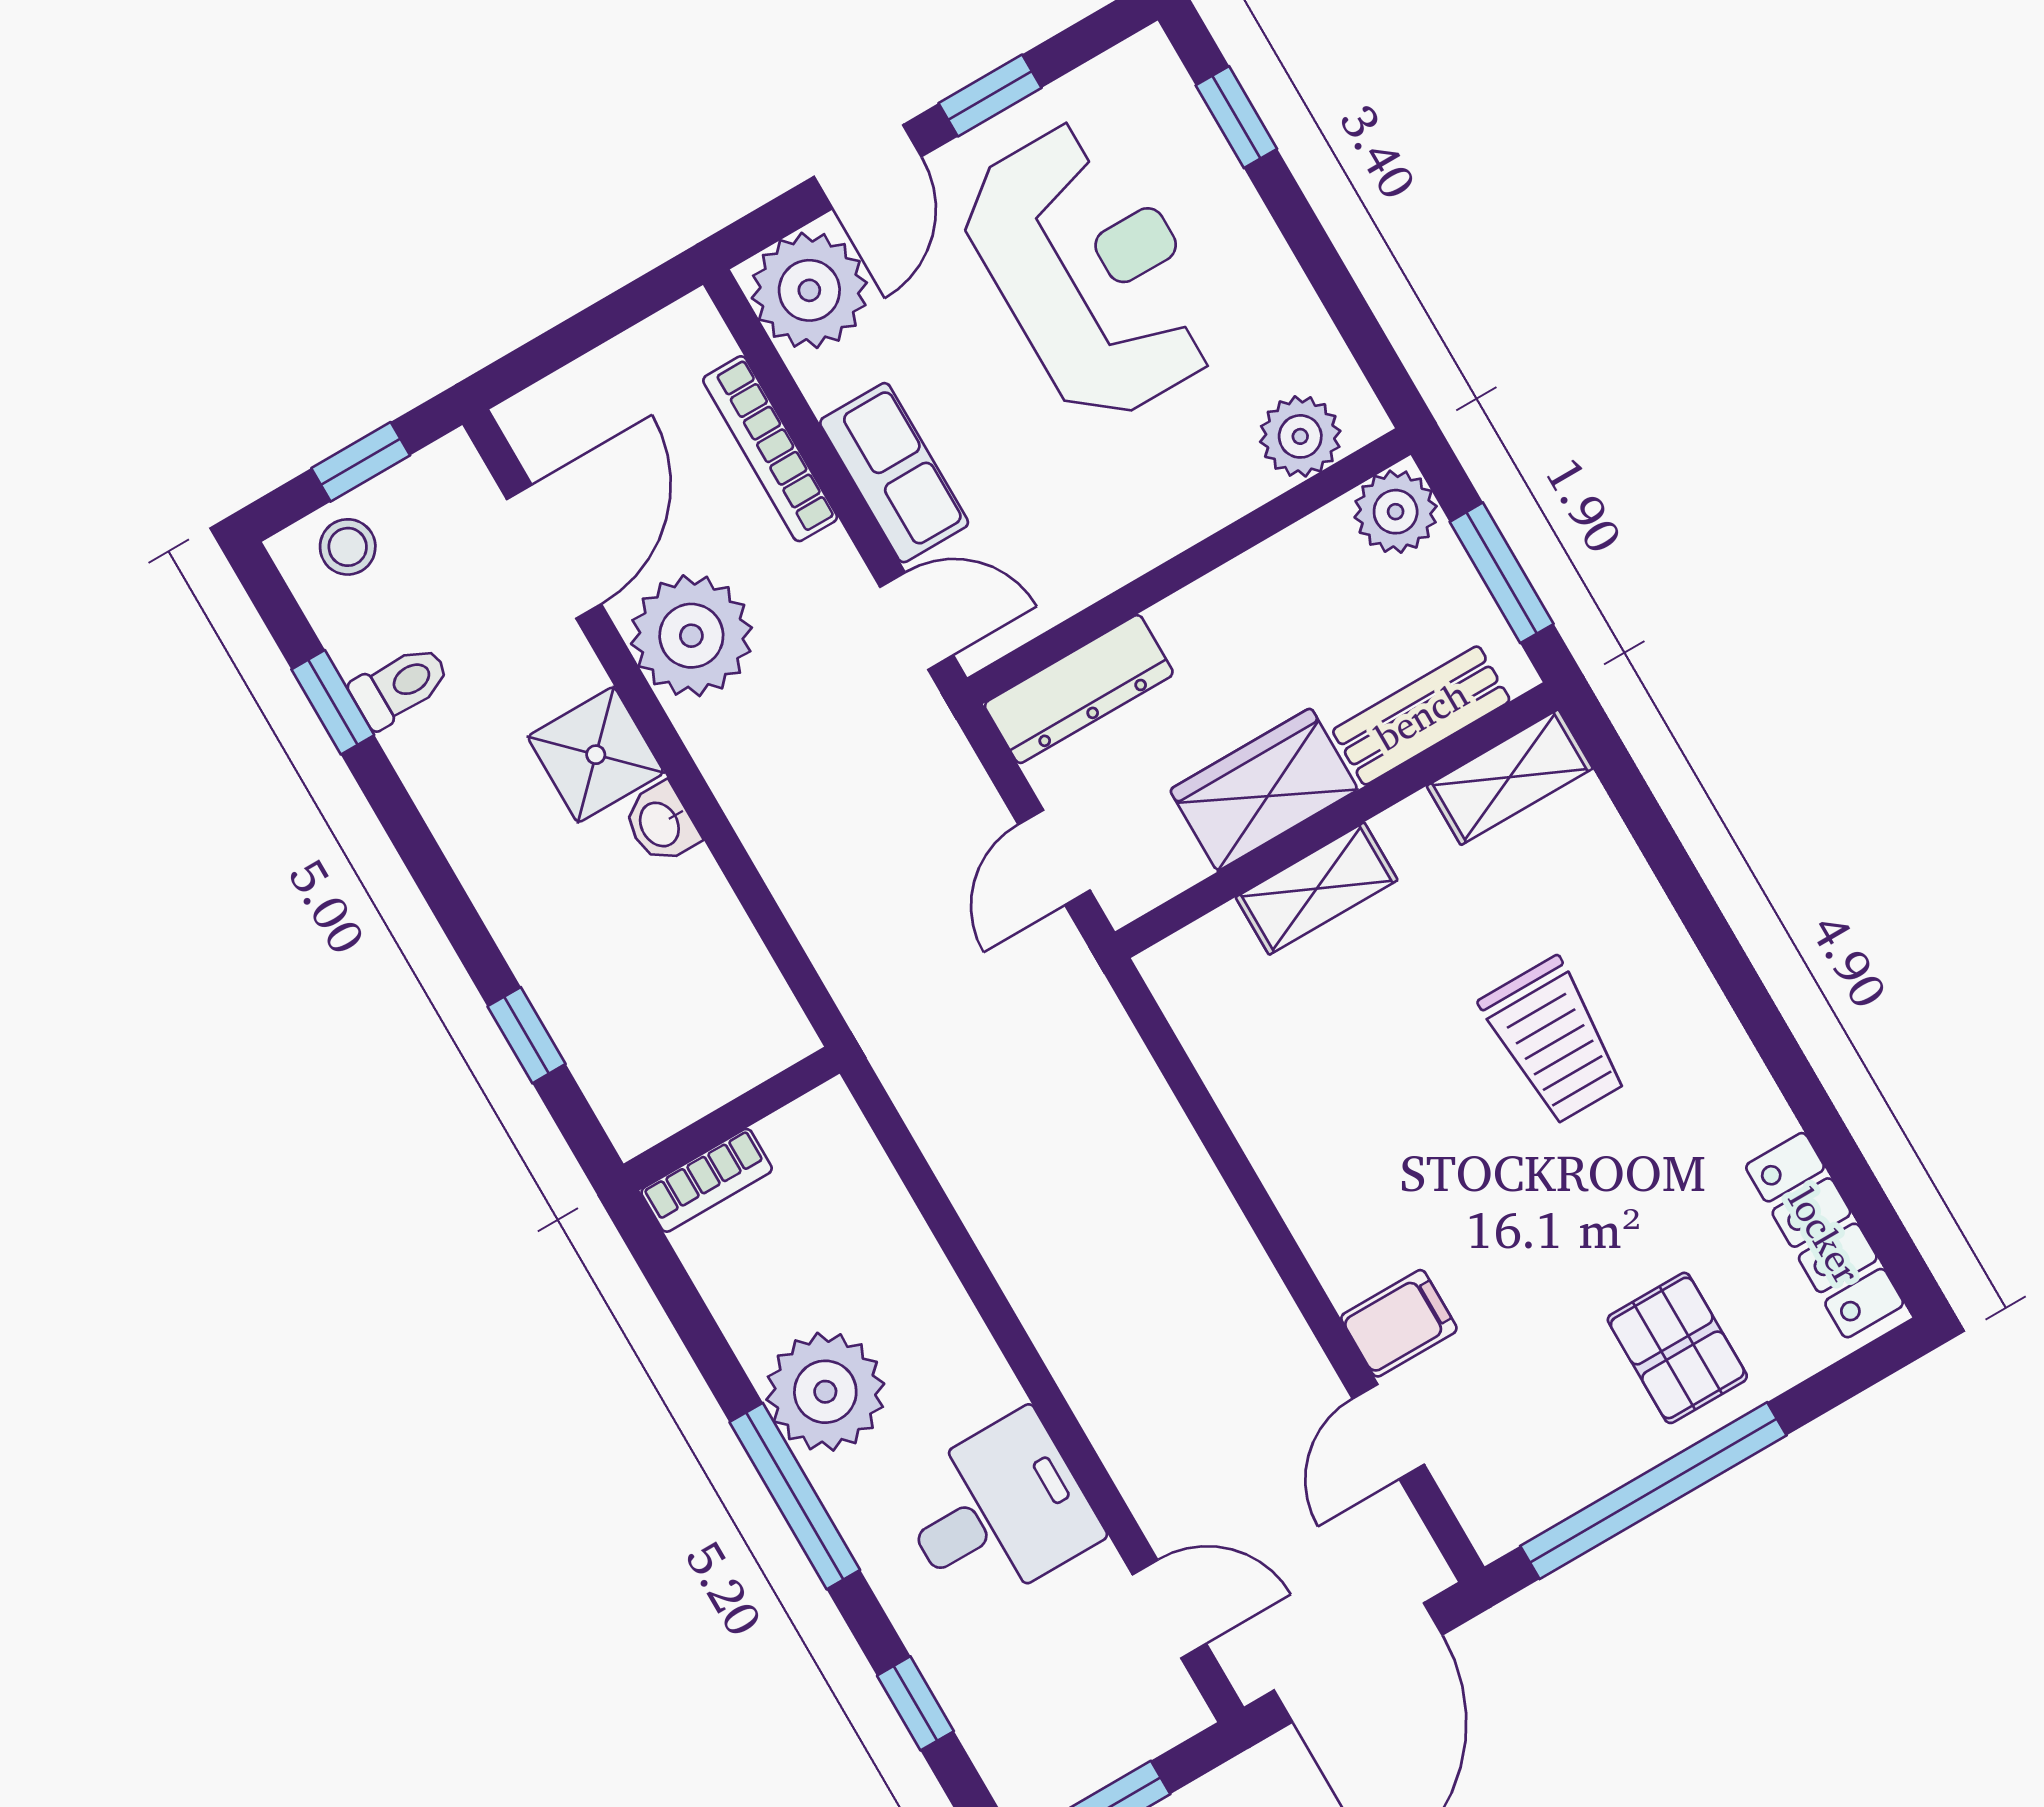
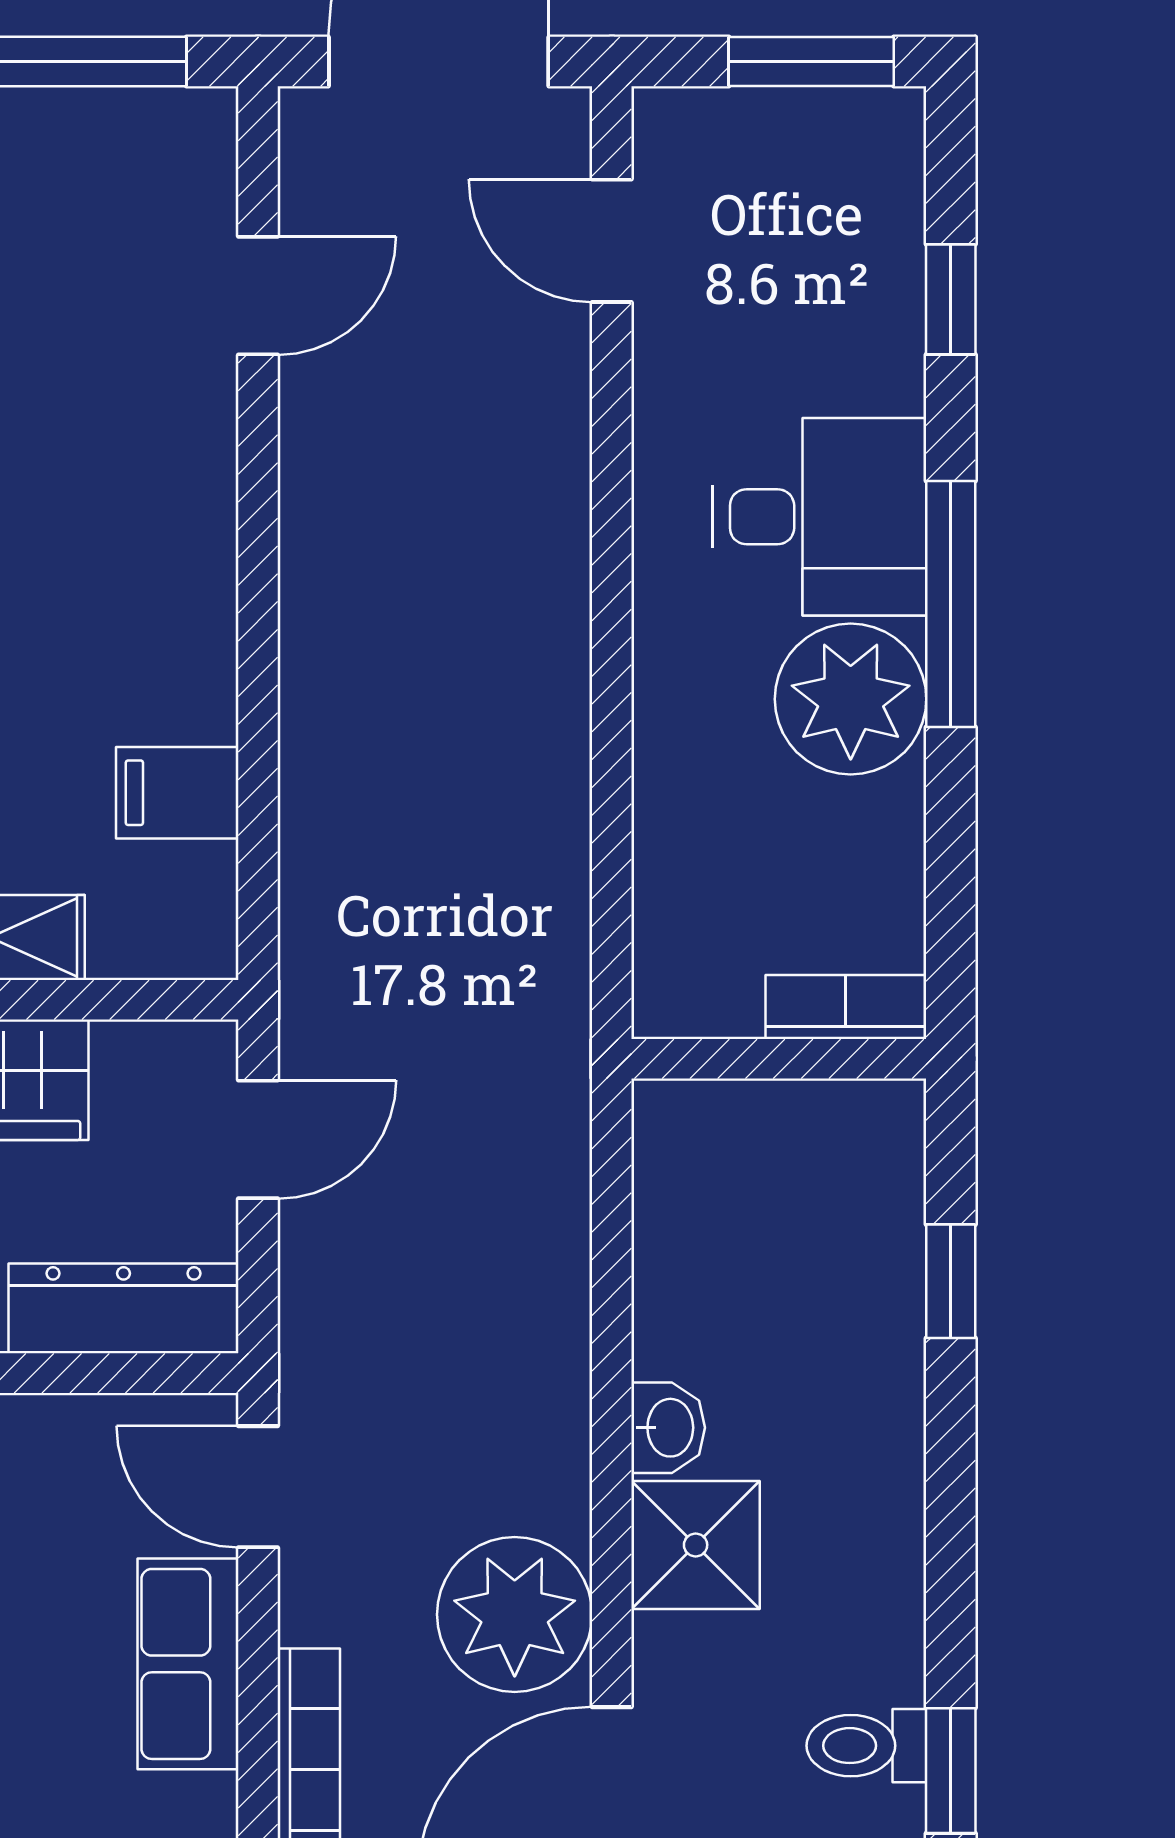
filing cabinet: (1399, 1323) -> (177, 793), moved
desk: (998, 1511) -> (820, 517), moved, turned 180

